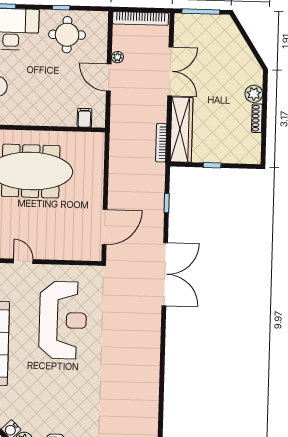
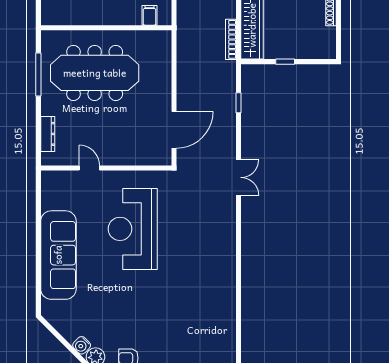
double door: (165, 274) -> (238, 177), width x0.54
reception desk: (63, 320) -> (133, 229), turned 180

